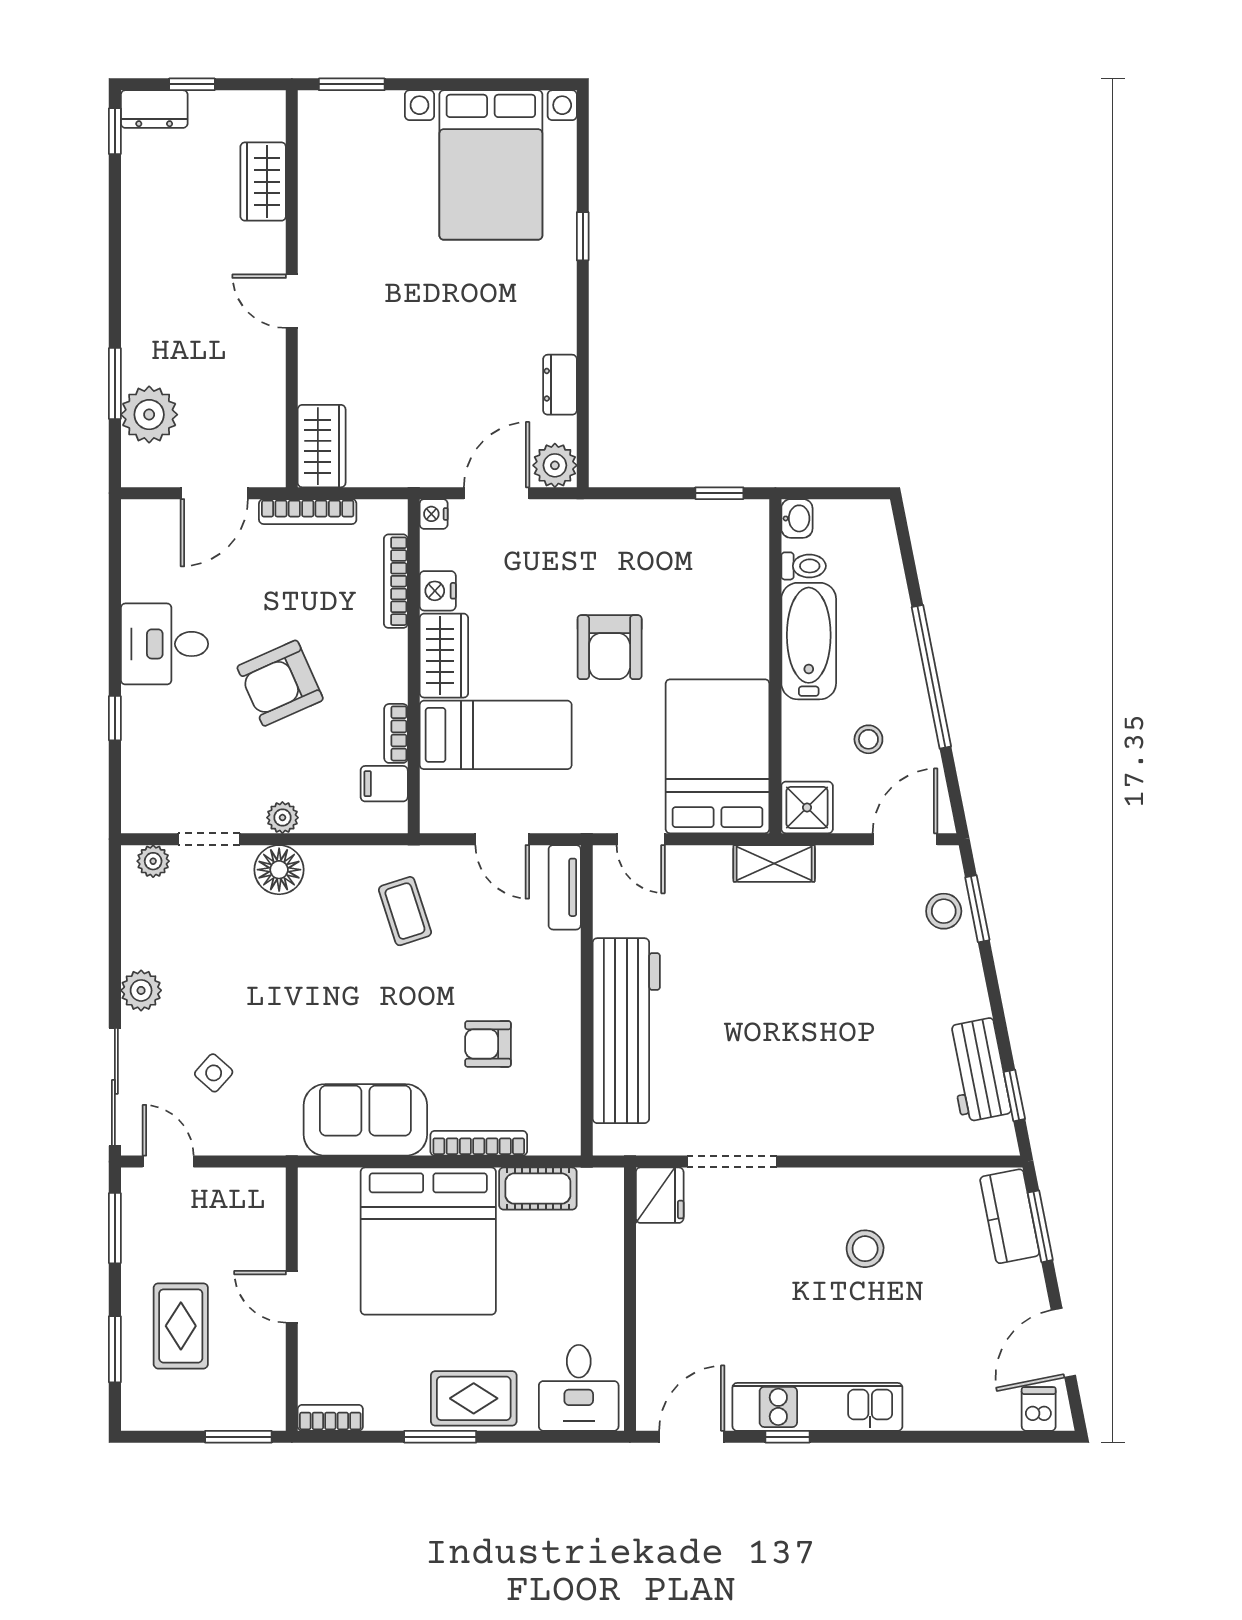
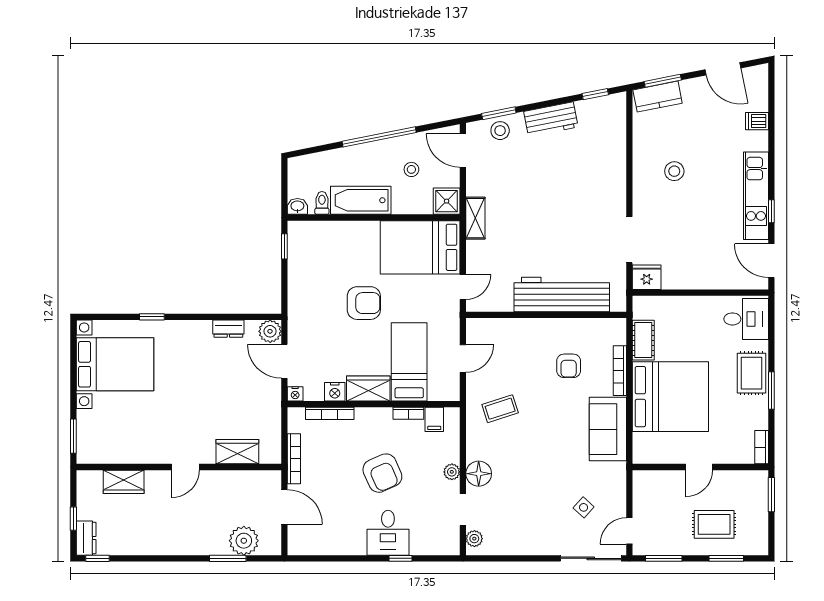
wardrobe: (322, 446) -> (237, 452), moved
desk: (164, 644) -> (388, 533), moved
tv unit: (565, 887) -> (488, 326), removed
plant: (141, 990) -> (541, 545), removed
workbench: (978, 1070) -> (551, 119), moved
dishwasher: (1039, 1409) -> (757, 121), moved

